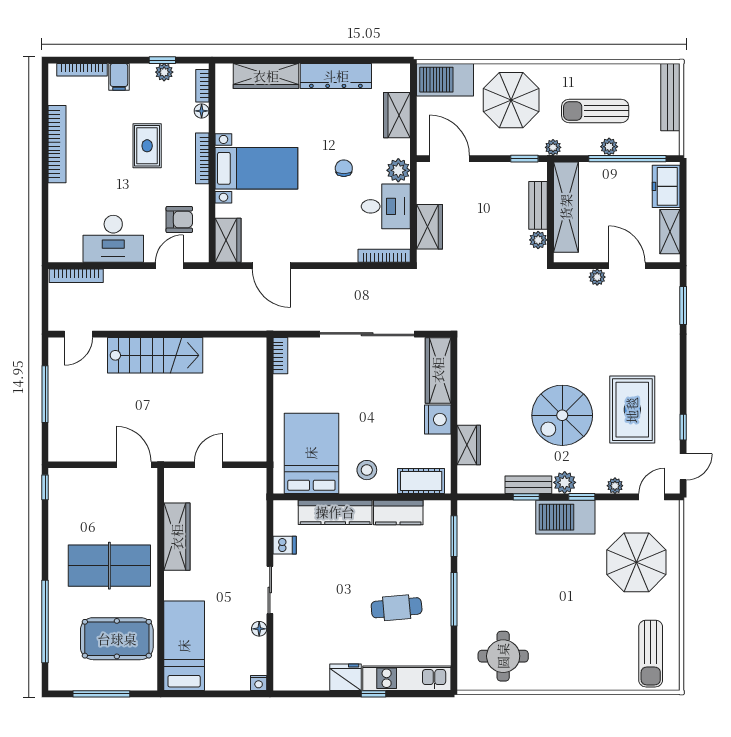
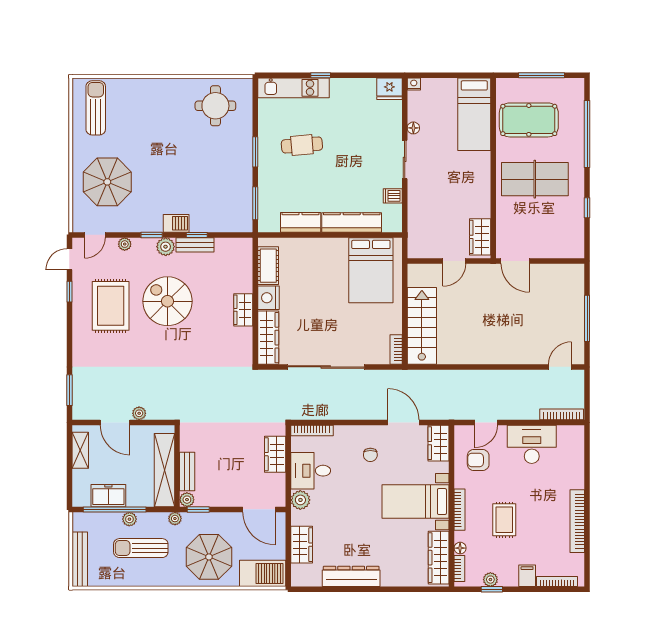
wardrobe: (266, 76) -> (439, 558), moved, turned -90
sun lounger: (595, 111) -> (141, 548), turned 180
chair: (344, 168) -> (370, 455), moved
freezer: (666, 186) -> (108, 496), moved, turned -90
plant: (538, 240) -> (187, 500), moved
stairs: (155, 355) -> (422, 326), moved, turned 90
spiral stairs: (562, 415) -> (167, 301), turned -90
wardrobe: (469, 445) -> (243, 310), moved
stool: (367, 470) -> (326, 257), removed
cot: (421, 481) -> (268, 266), moved, turned 90
window: (45, 487) -> (587, 208), moved
barbecue: (565, 517) -> (176, 223), width x0.53, depth x0.65
wardrobe: (177, 537) -> (480, 237), moved, width x0.67
window: (454, 599) -> (255, 152), width x0.69
fridge: (346, 677) -> (389, 89), moved

